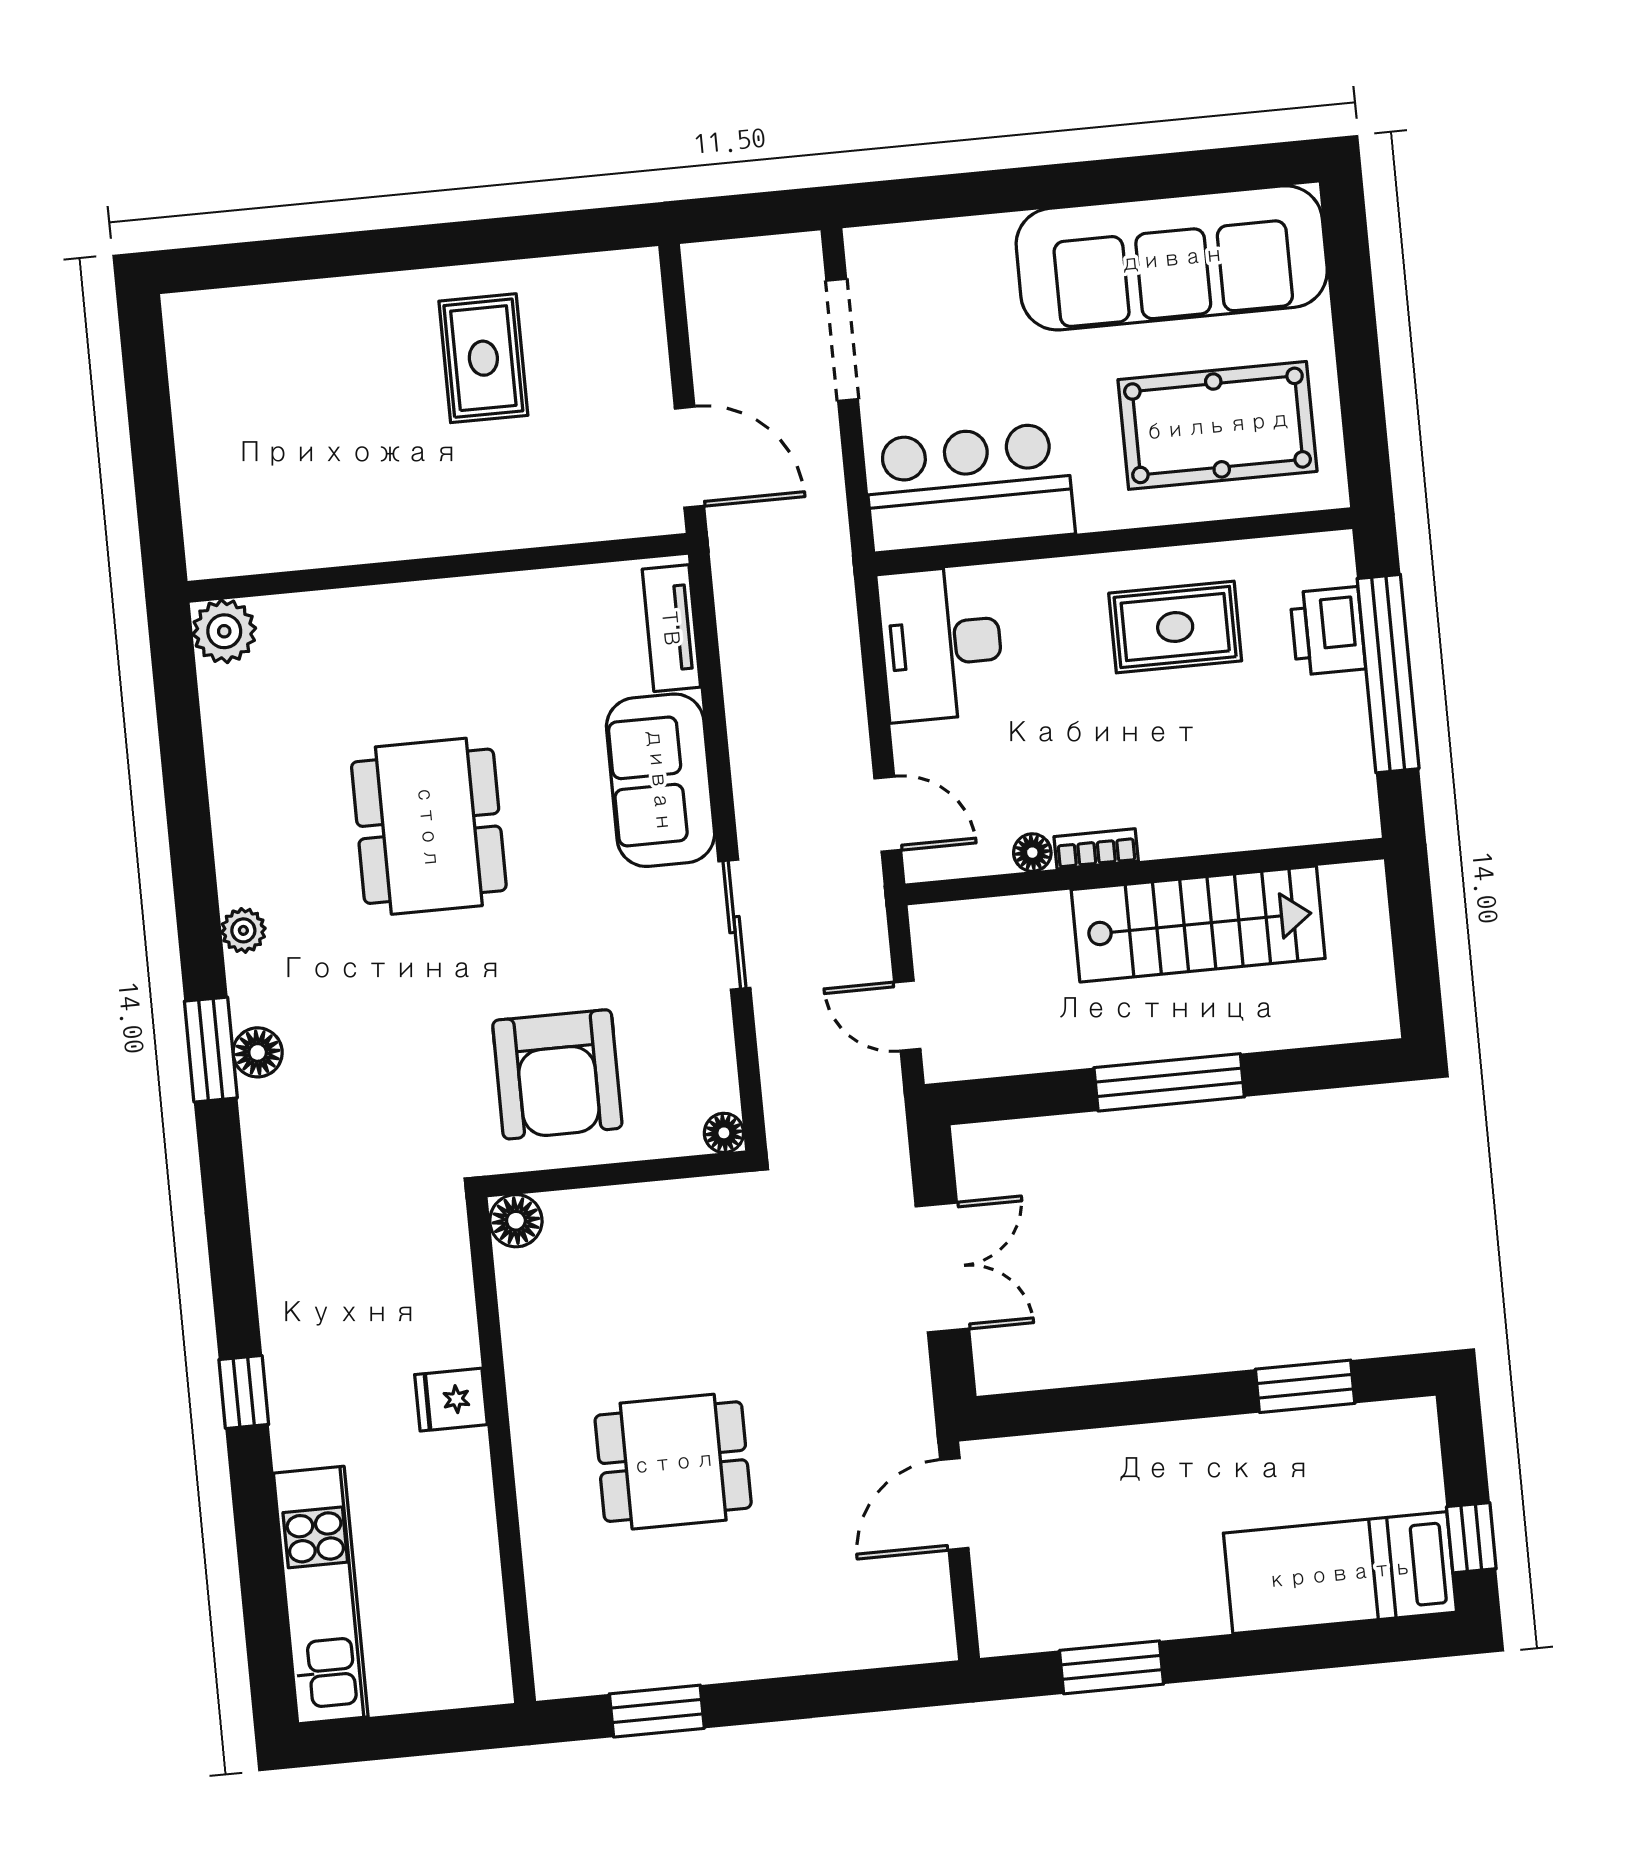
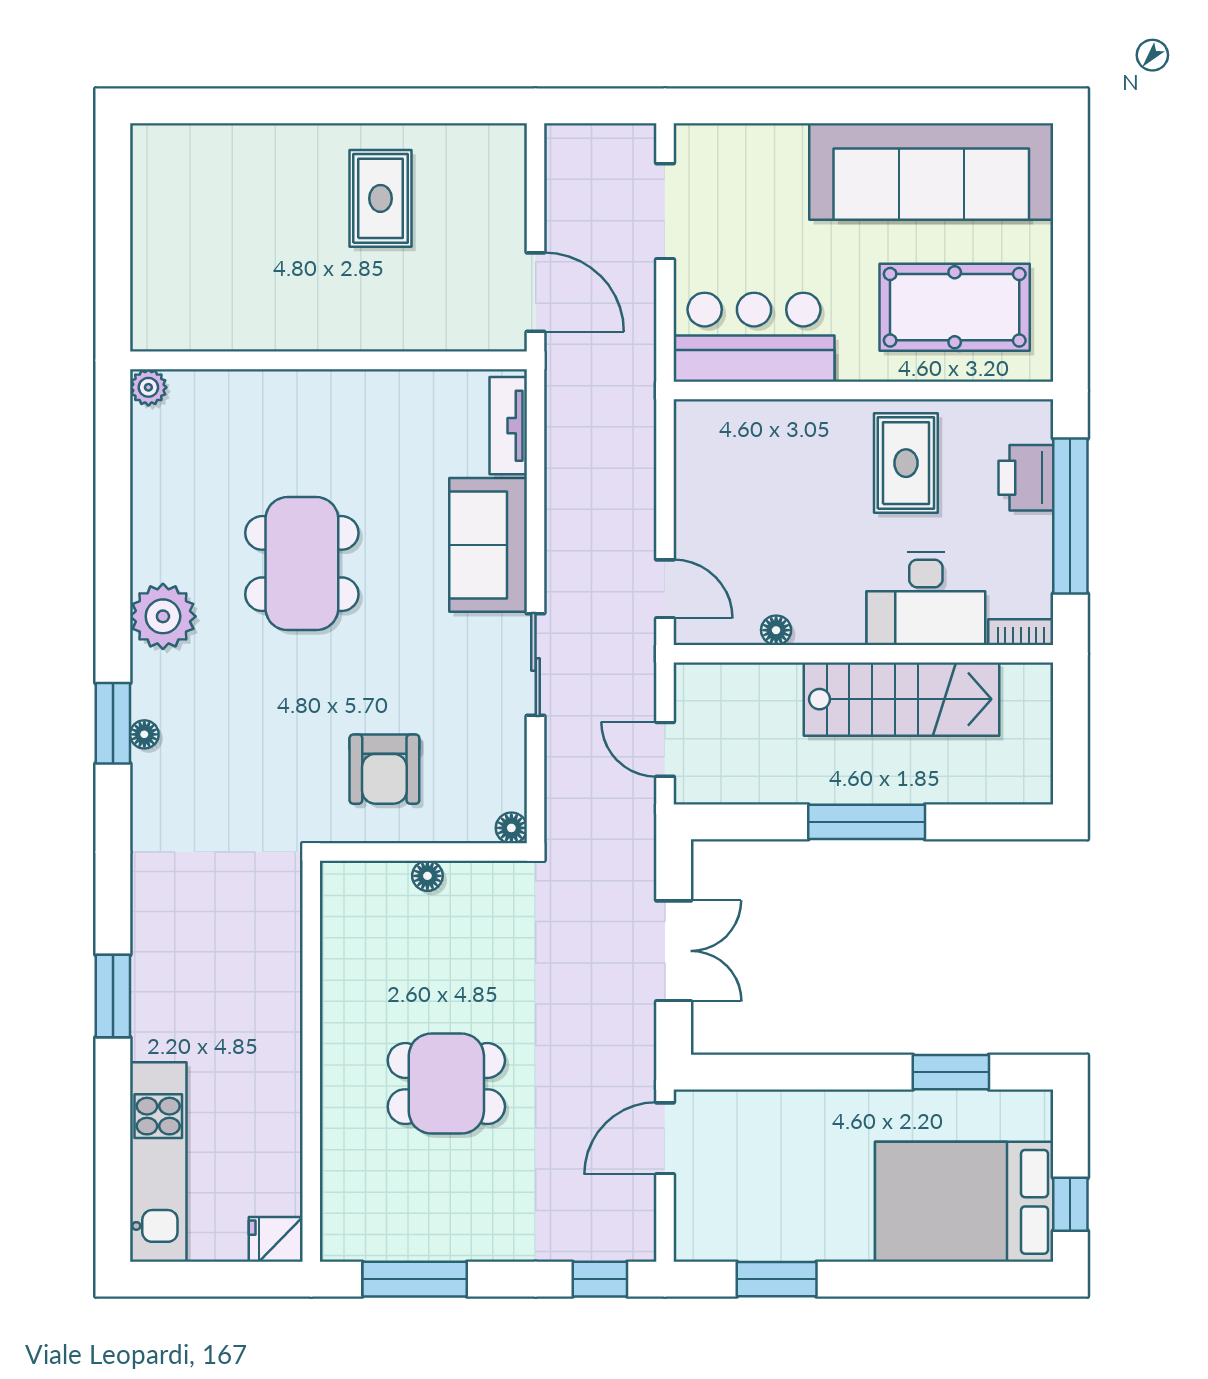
rug: (1175, 627) -> (906, 463), turned 90
plant: (224, 631) -> (148, 387), width x0.73, depth x0.73
desk: (941, 644) -> (926, 599), moved, turned -90
bookcase: (1096, 849) -> (1021, 632), moved
plant: (243, 930) -> (163, 616), width x1.88, depth x1.88
floor lamp: (258, 1052) -> (144, 734), width x0.73, depth x0.73
armchair: (557, 1074) -> (384, 769), width x0.73, depth x0.73
floor lamp: (516, 1221) -> (427, 876), moved, width x0.73, depth x0.73
window: (244, 1392) -> (113, 996), width x1.50
fridge: (451, 1400) -> (276, 1239), moved
bed: (1340, 1573) -> (964, 1202), width x1.50
window: (890, 1689) -> (600, 1279), added
window: (657, 1711) -> (415, 1279), width x1.44

